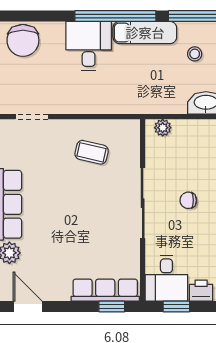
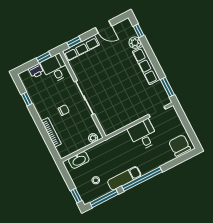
desk: (89, 46) -> (143, 135), moved, turned 180
coffee table: (92, 152) -> (121, 109), removed
door: (28, 307) -> (104, 27), moved

